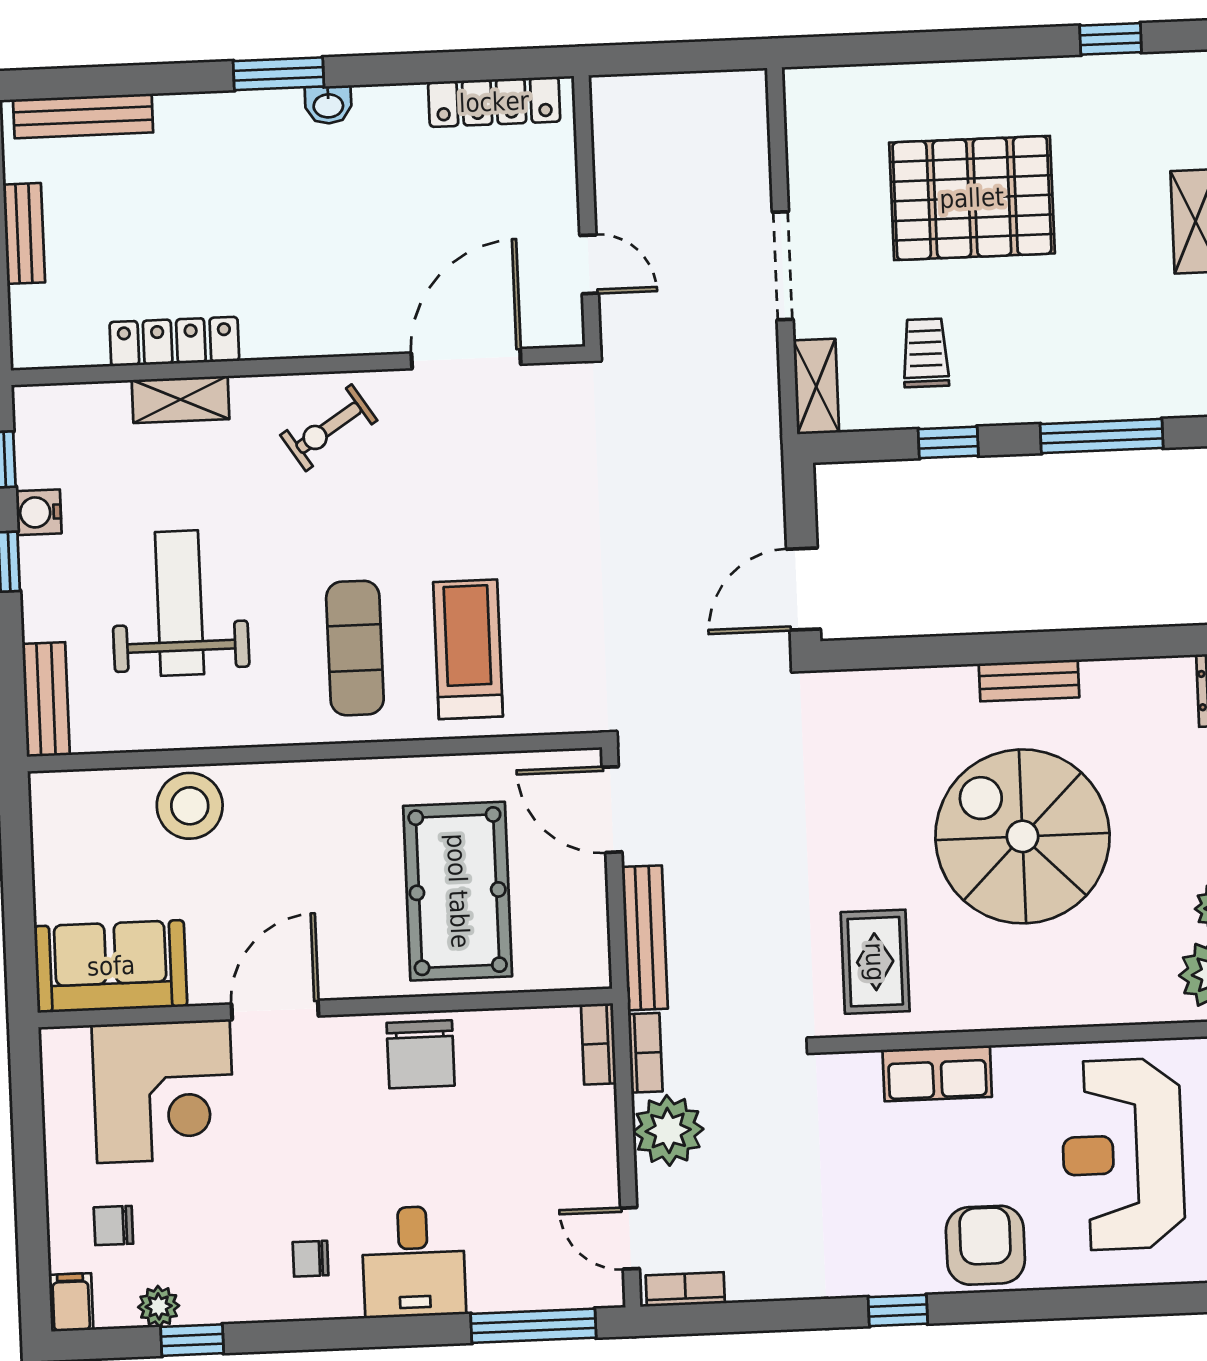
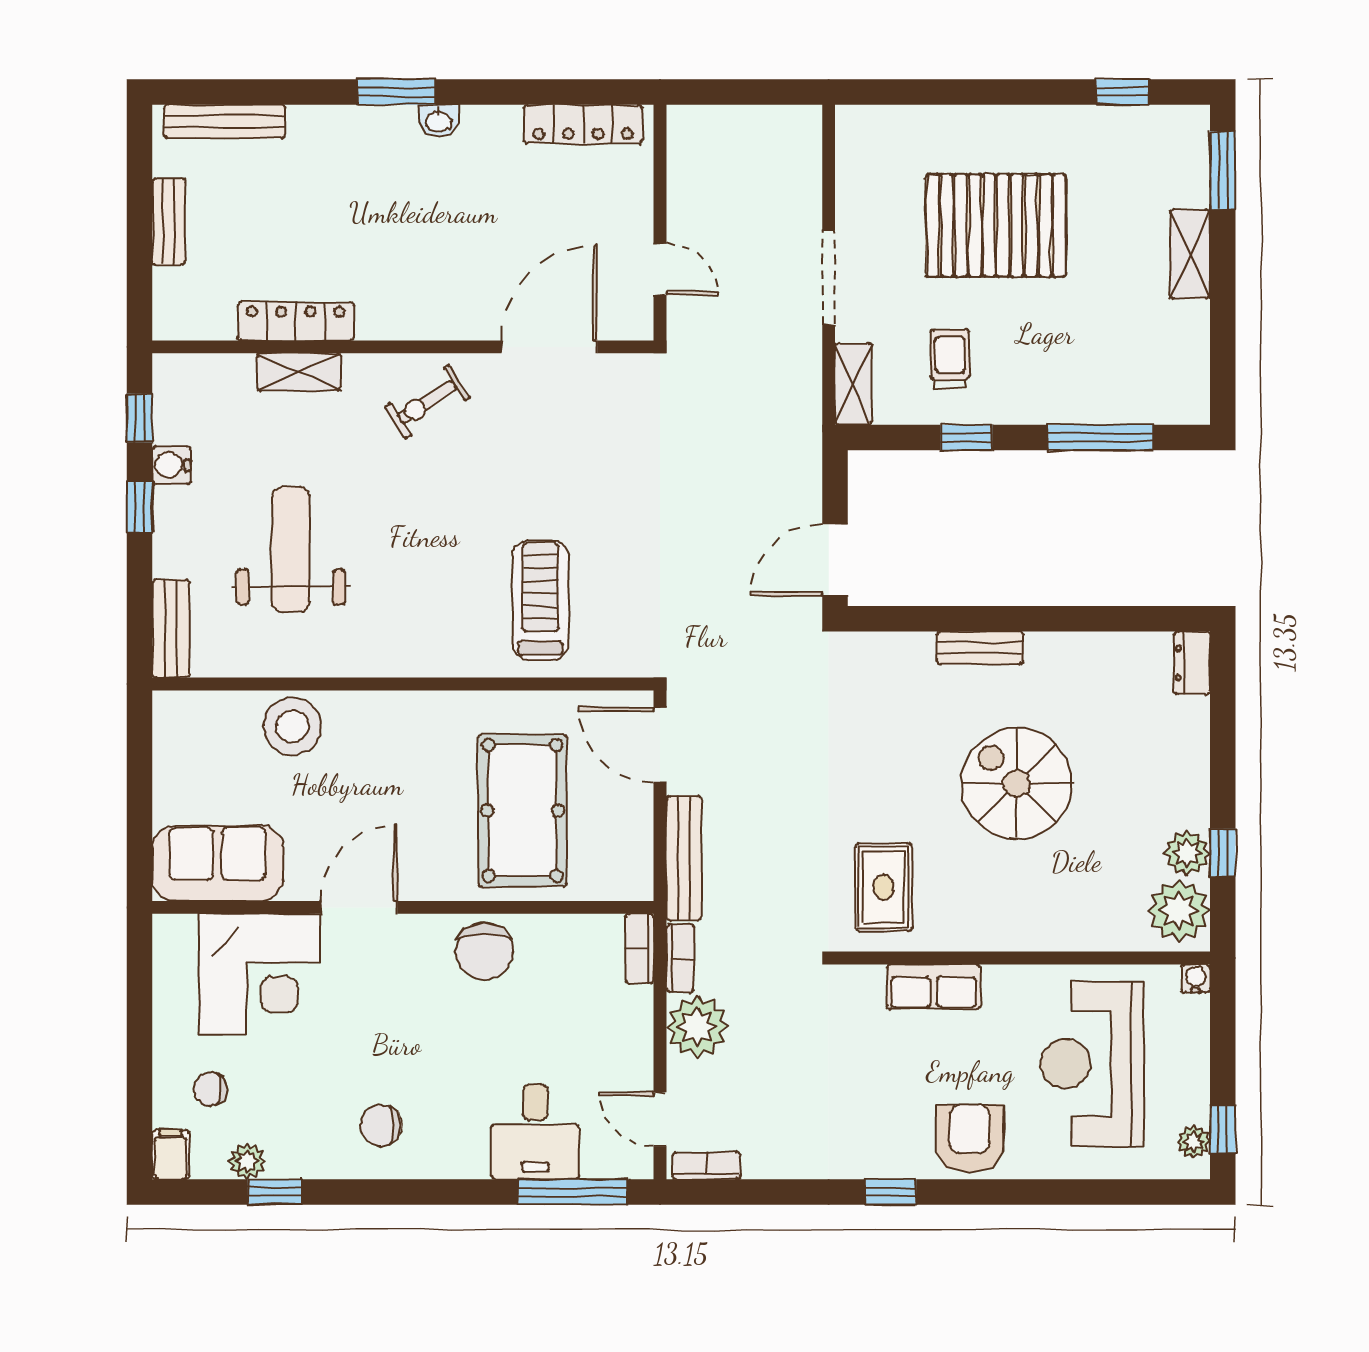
exercise mat: (355, 648) -> (442, 595), removed
bench: (1029, 681) -> (980, 648), moved
spiral stairs: (1022, 836) -> (1017, 783), width x0.73, depth x0.73
chair: (311, 1259) -> (381, 1125), width x1.37, depth x1.37
desk: (414, 1262) -> (535, 1132), moved

